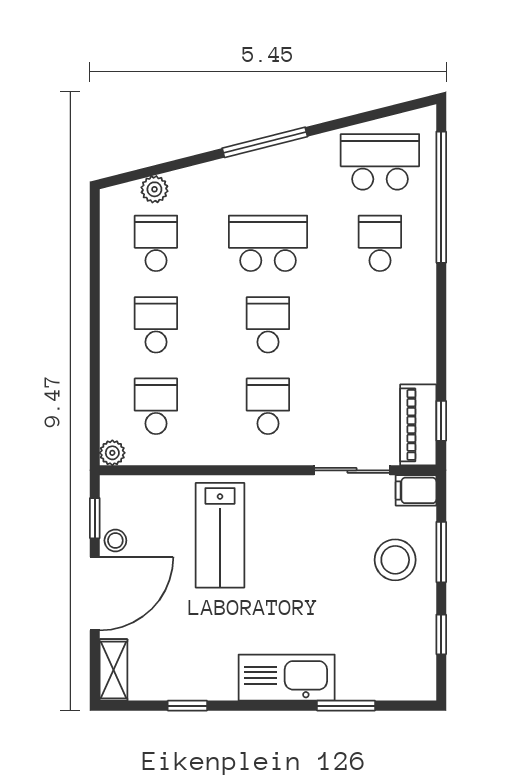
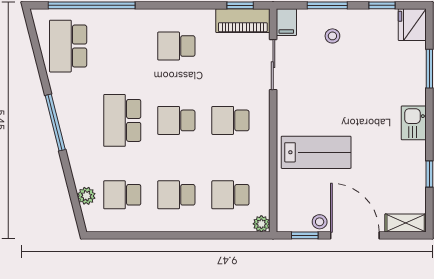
school desk: (380, 243) -> (176, 46), moved
stool: (395, 560) -> (332, 36), width x0.53, depth x0.53
kitchen sink: (287, 678) -> (414, 123), width x0.53, depth x0.81
fridge: (412, 680) -> (412, 25), added

